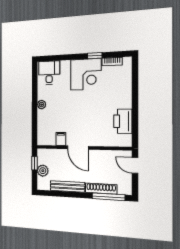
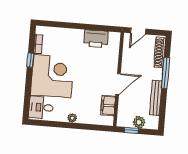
corner desk: (86, 74) -> (52, 76), width x1.36, depth x1.36
filing cabinet: (61, 139) -> (108, 106), width x2.00
shoe rack: (101, 189) -> (160, 52), moved
window: (108, 197) -> (166, 73), moved

